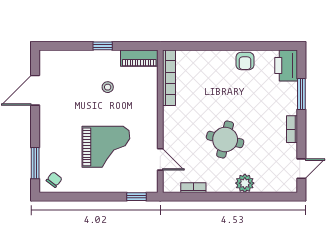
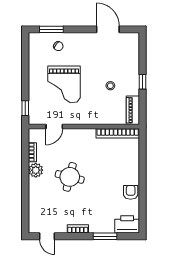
armchair: (245, 61) -> (131, 192), turned 90
chair: (54, 180) -> (58, 46), moved
plant: (245, 183) -> (36, 170), moved

